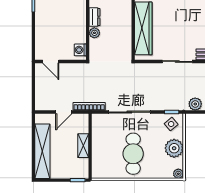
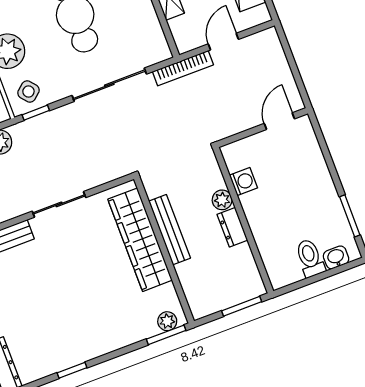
bench: (126, 28) -> (170, 230), added
washing machine: (80, 50) -> (243, 182), moved
door: (51, 61) -> (279, 121), hinge flipped

